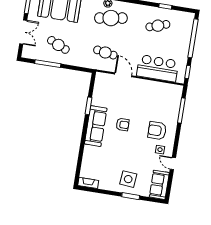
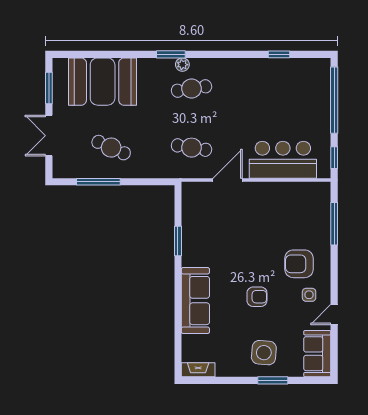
cafe table: (111, 18) -> (192, 89), width x0.73, depth x0.74
cafe table: (158, 26) -> (272, 89), removed
double door: (23, 32) -> (49, 136), swing flipped
door: (123, 75) -> (228, 180), hinge flipped
armchair: (123, 125) -> (257, 297), moved
sofa: (96, 126) -> (195, 301), moved
door: (173, 163) -> (334, 314), hinge flipped

